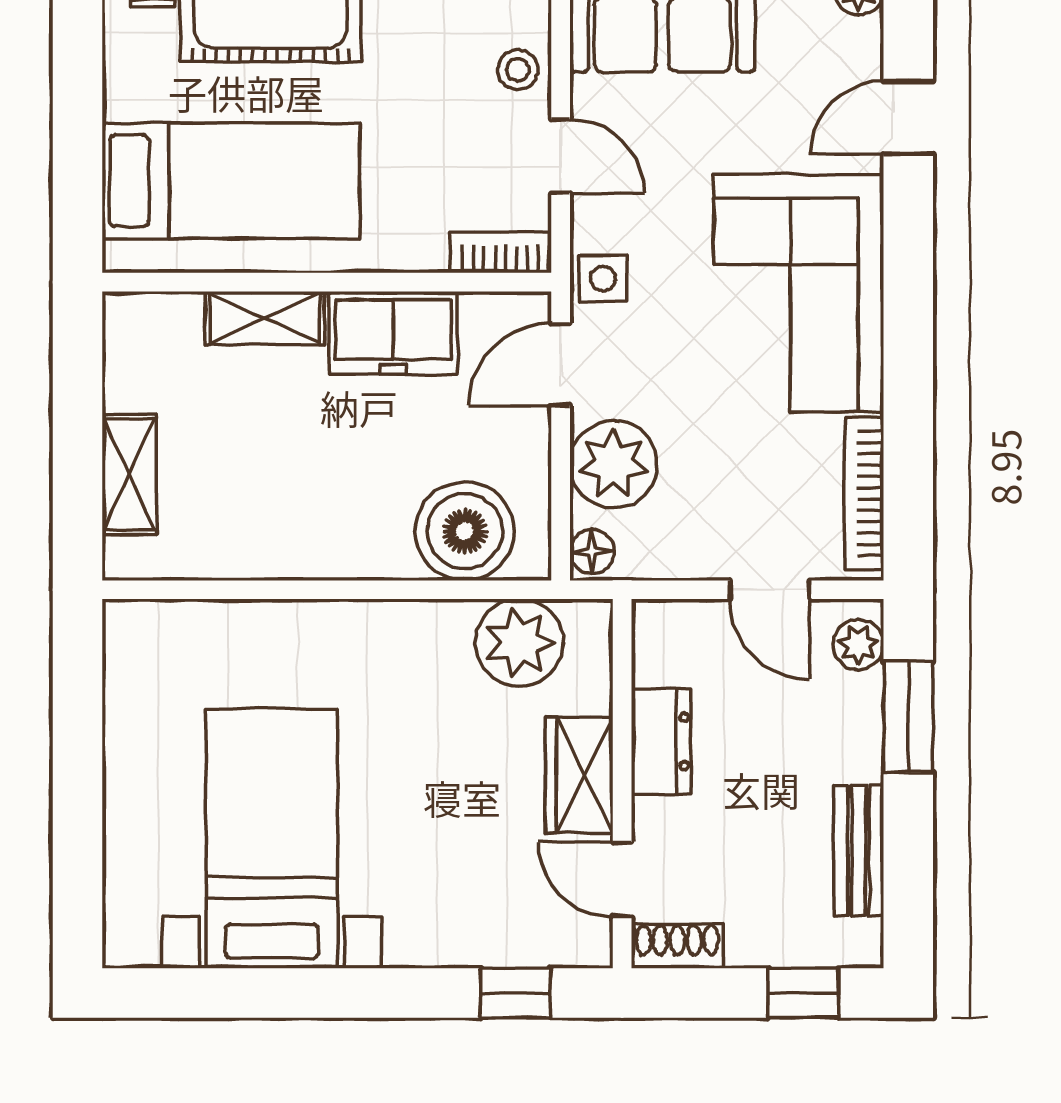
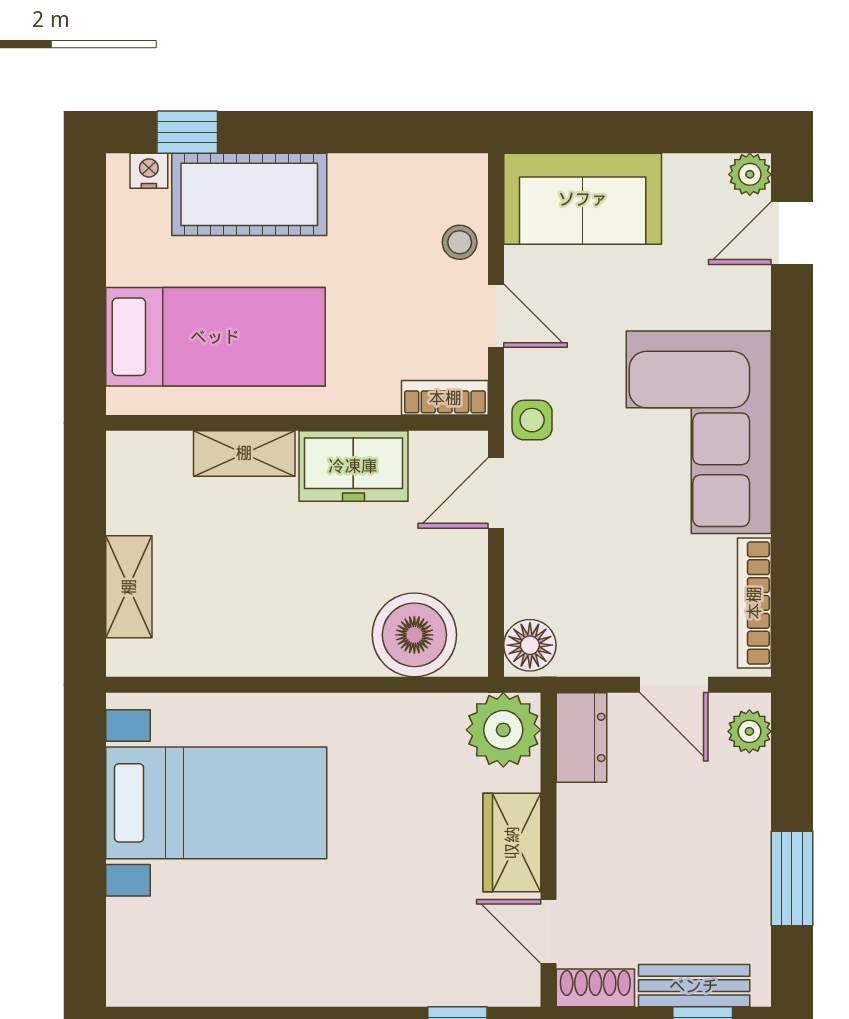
door: (908, 118) -> (792, 233), moved
plant: (614, 464) -> (541, 578), removed
floor lamp: (592, 552) -> (530, 645), width x1.37, depth x1.37
plant: (519, 643) -> (503, 730), moved
window: (908, 717) -> (792, 878), moved
dresser: (661, 741) -> (582, 737), moved
bed with nightstands: (272, 838) -> (216, 803), moved, turned 90
bench: (859, 850) -> (694, 986), moved, turned 90

